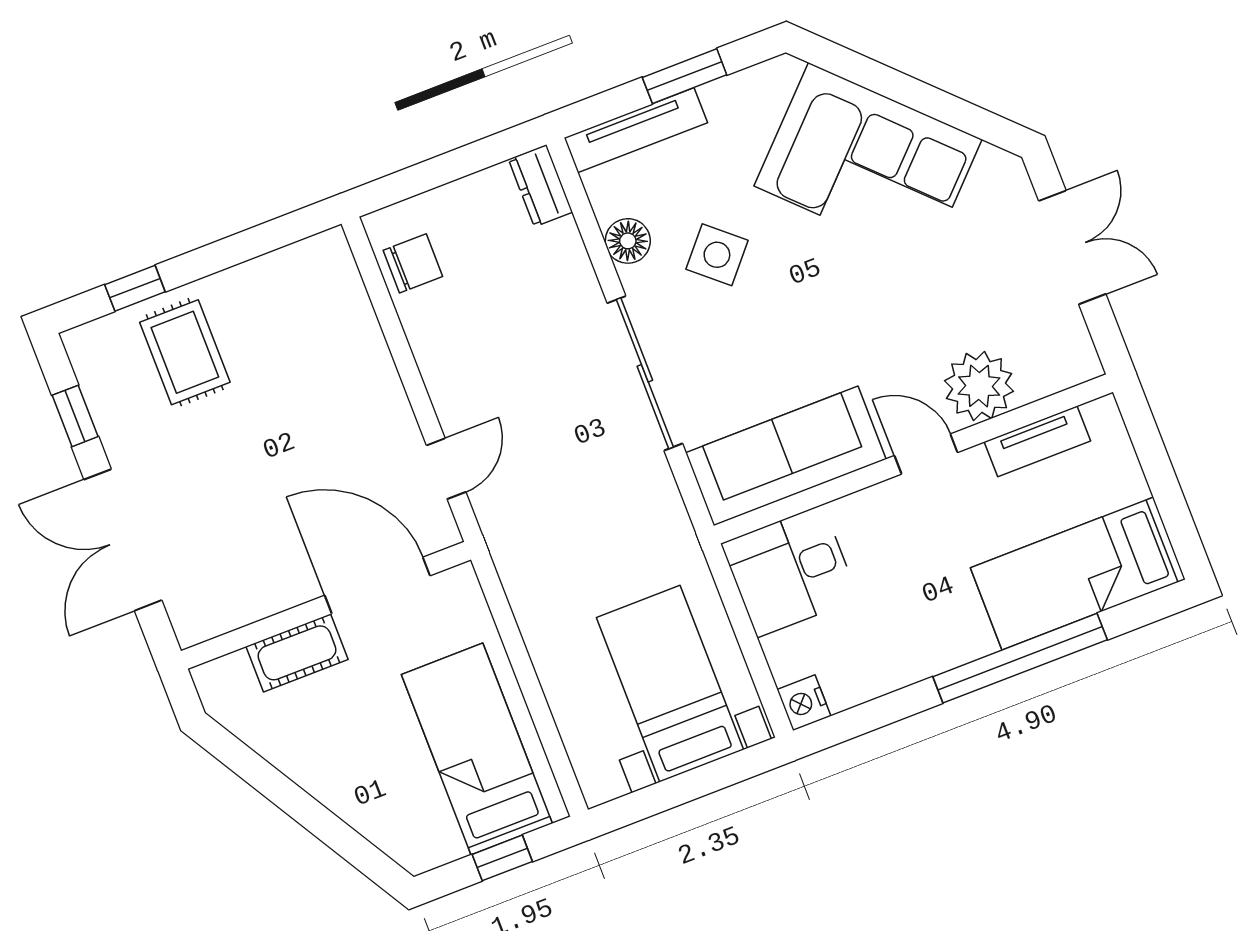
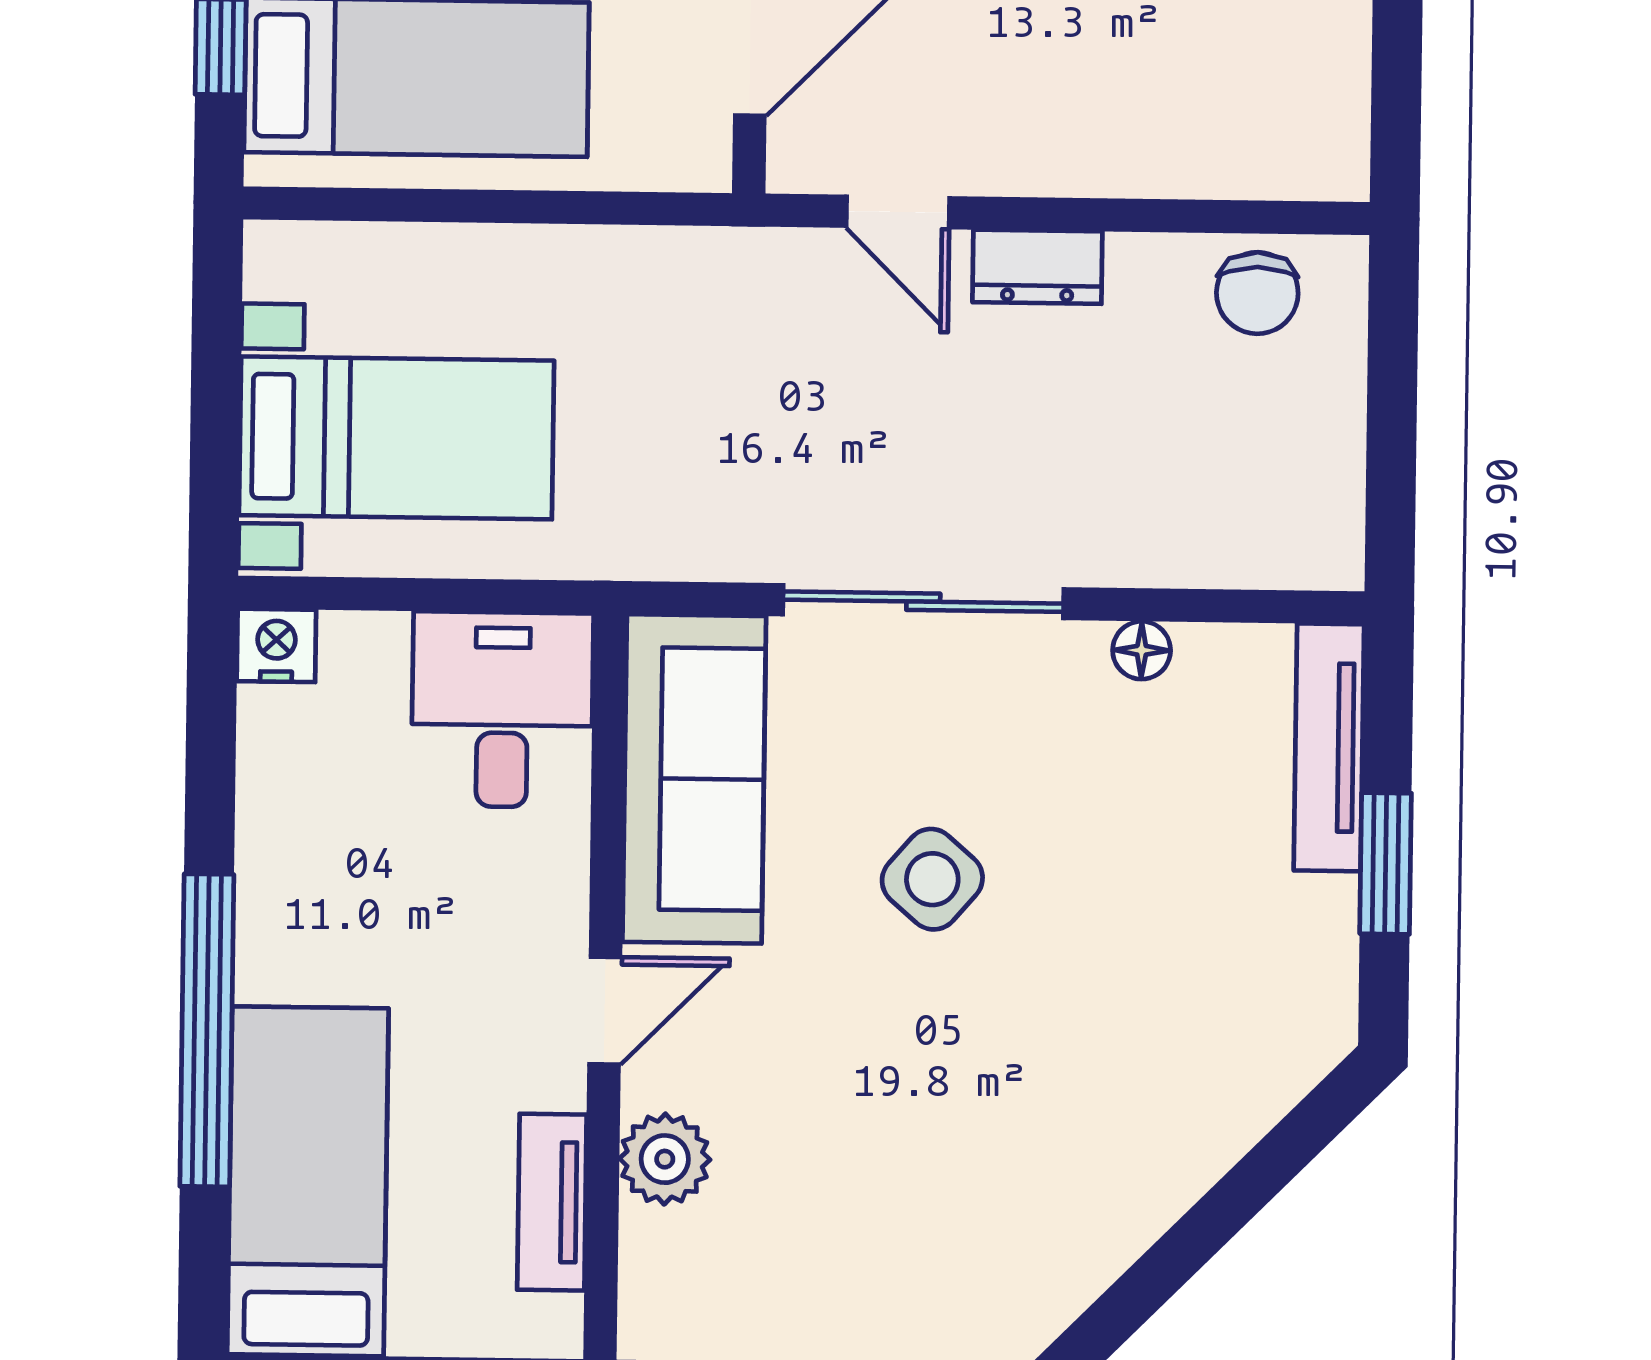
corner sofa: (868, 163) -> (1122, 1108), removed
dresser: (541, 186) -> (1037, 267), moved, turned 180
floor lamp: (628, 241) -> (1142, 650), width x0.73, depth x0.73
side table: (717, 255) -> (932, 879), moved
plant: (979, 386) -> (665, 1159), width x0.73, depth x0.73

